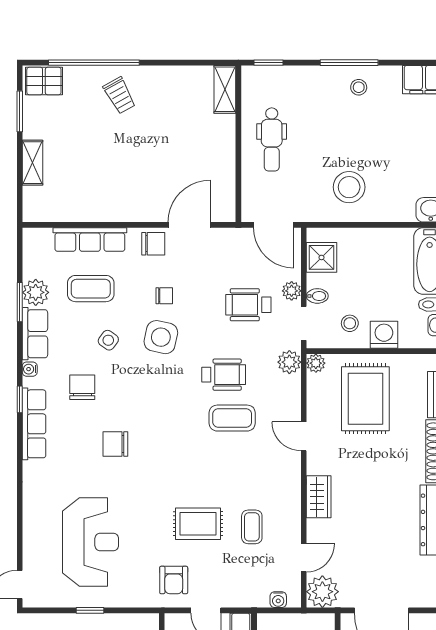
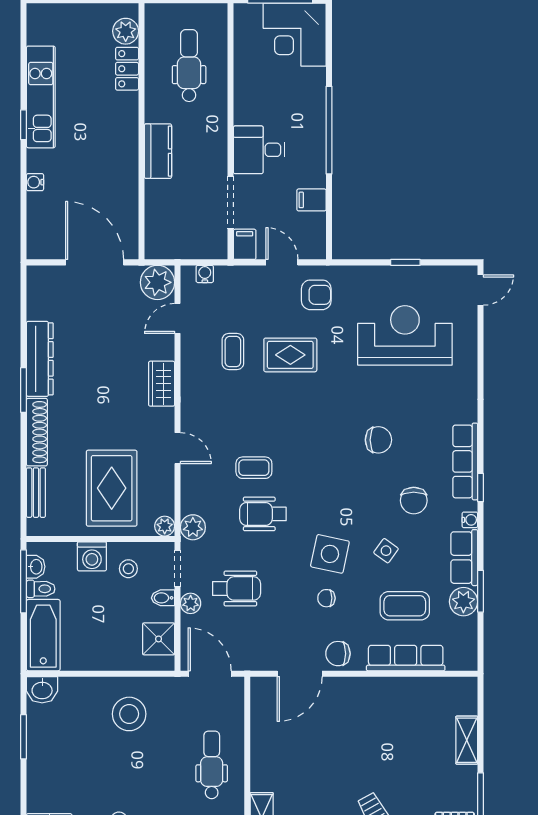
coffee table: (232, 418) -> (254, 468), width x0.73, depth x0.77
reception desk: (91, 542) -> (405, 335), turned 90
armchair: (174, 580) -> (316, 295), turned 90

